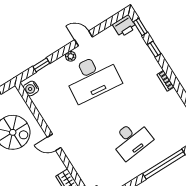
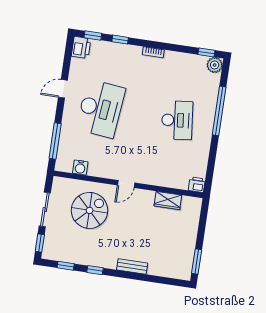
plant: (71, 56) -> (68, 112), removed
window: (41, 65) -> (55, 141), width x2.17
water cooler: (31, 88) -> (80, 167), moved

